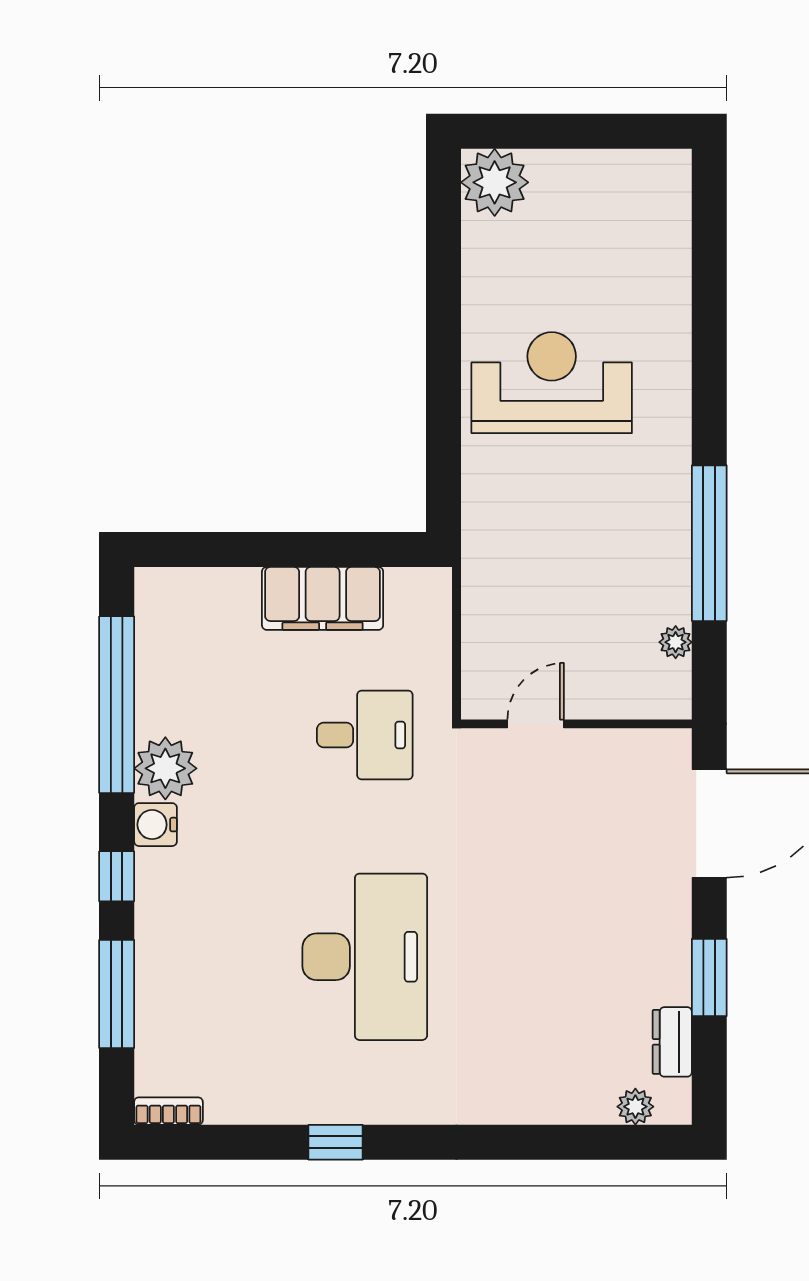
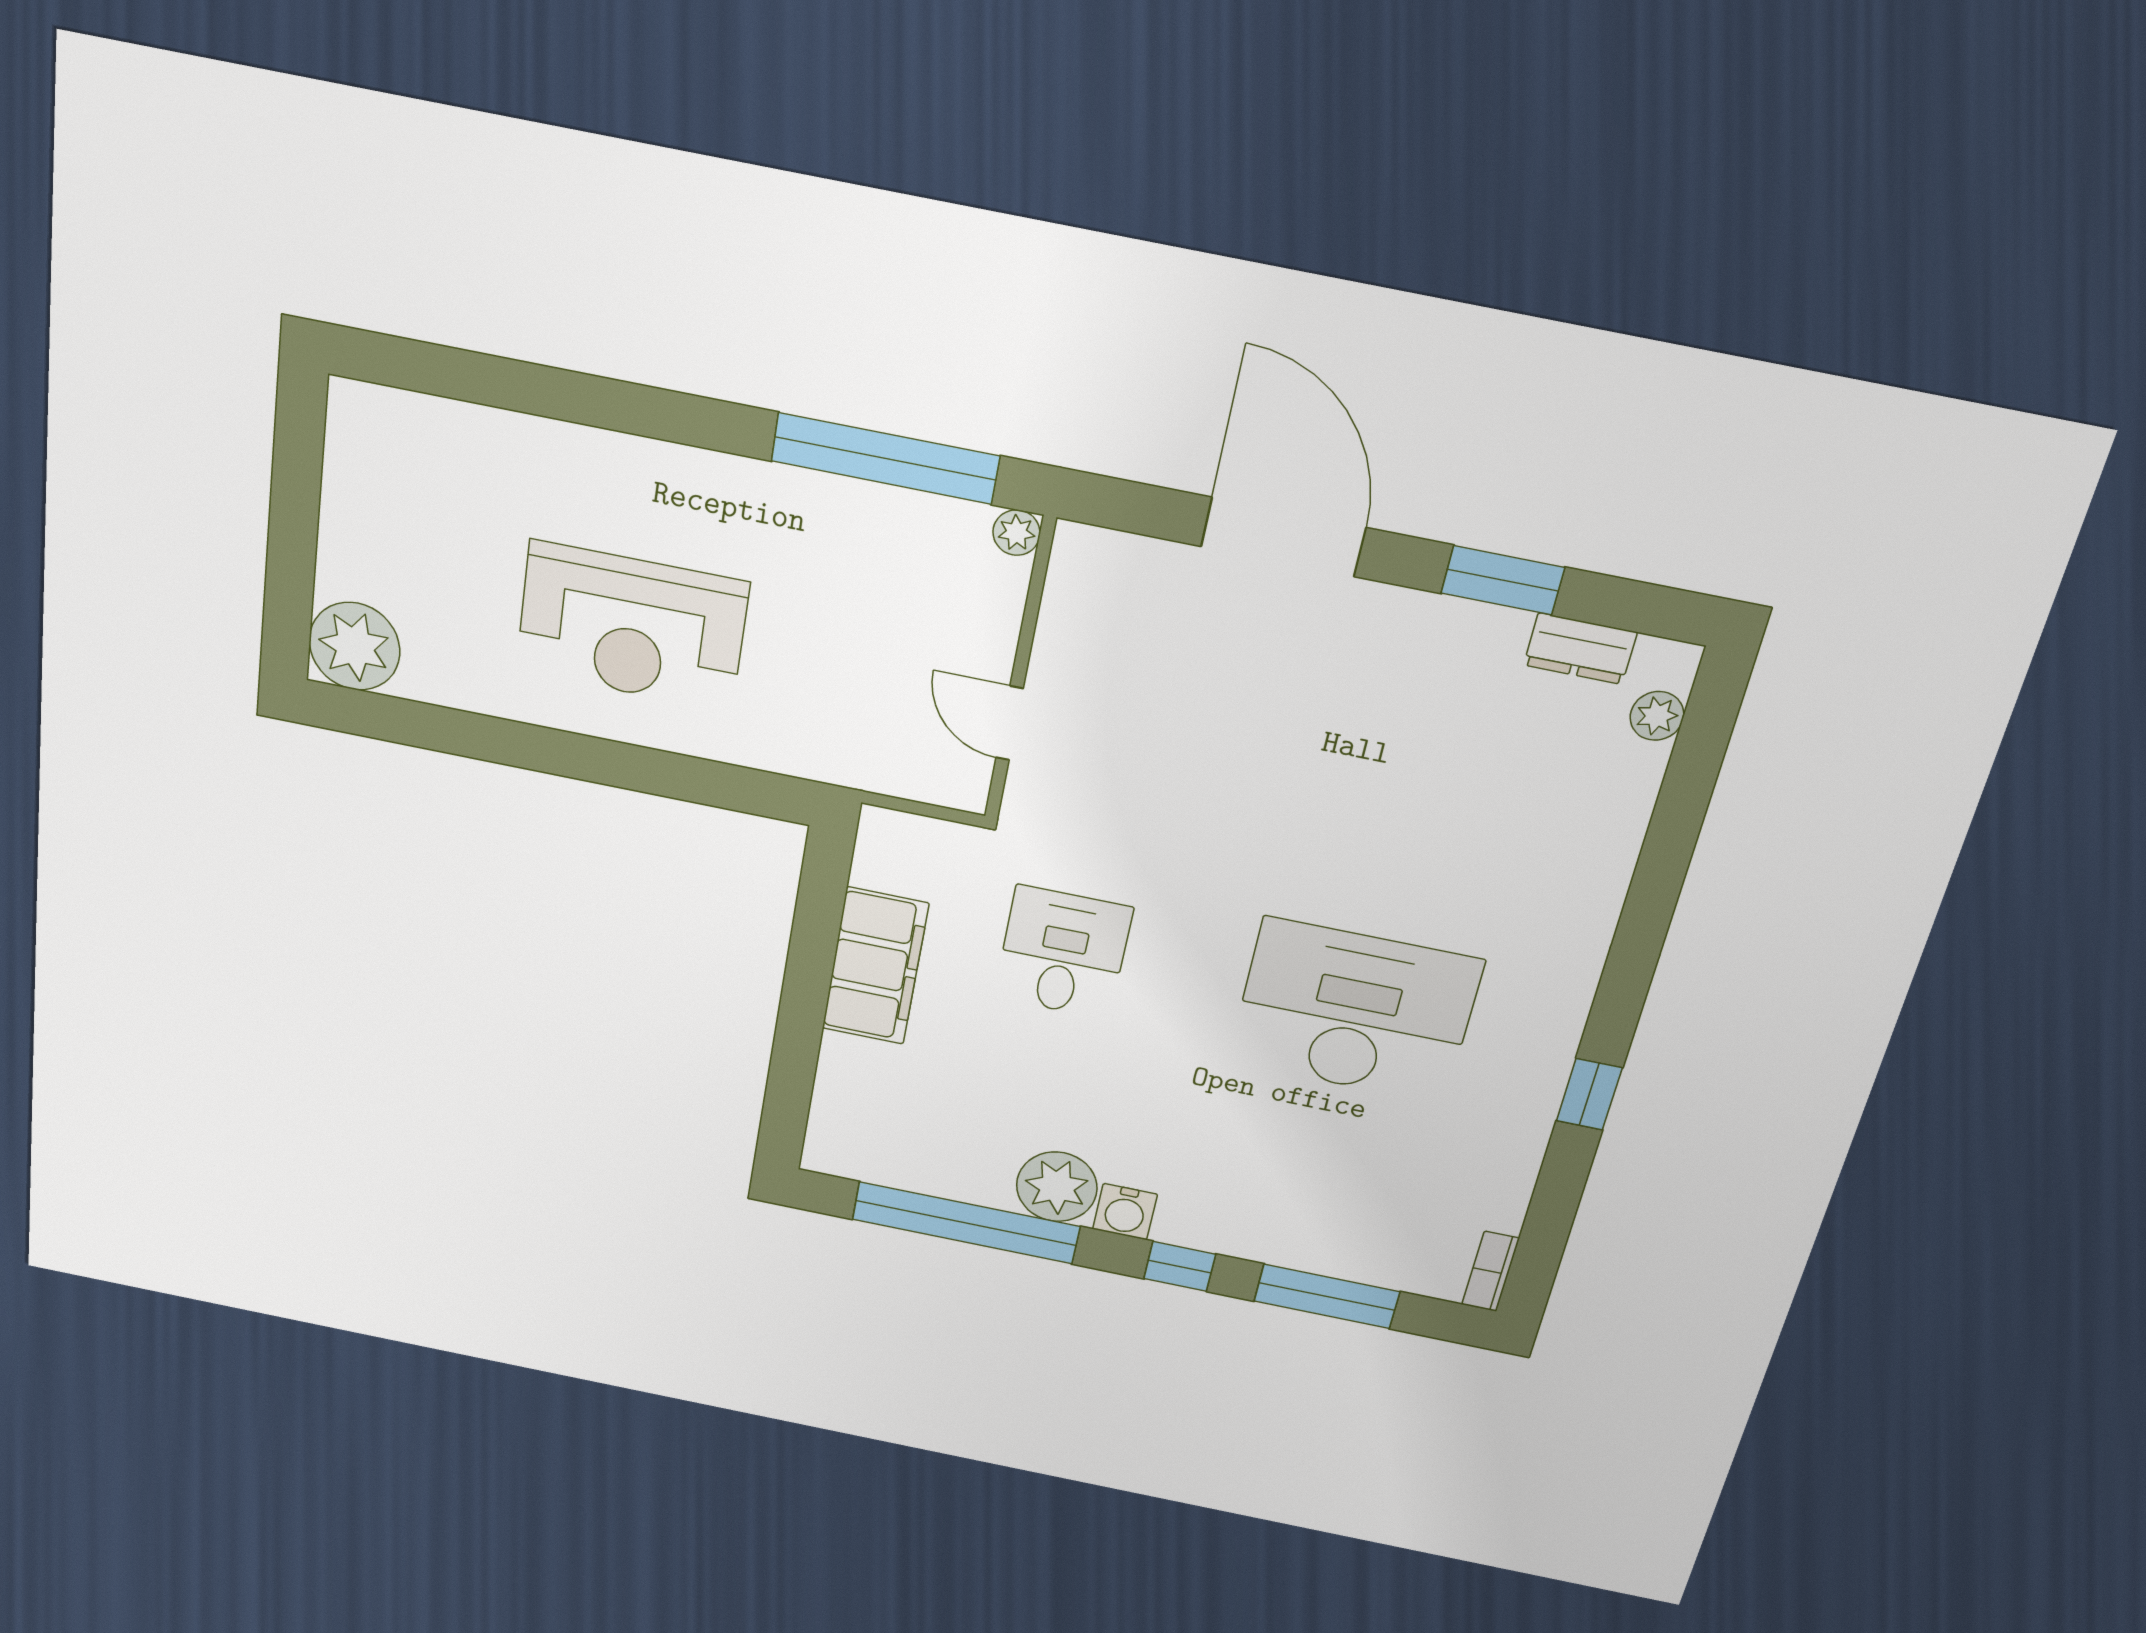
reception desk: (552, 383) -> (632, 627), turned -90
door: (536, 724) -> (1010, 723), moved
wall: (576, 724) -> (1020, 671), moved

